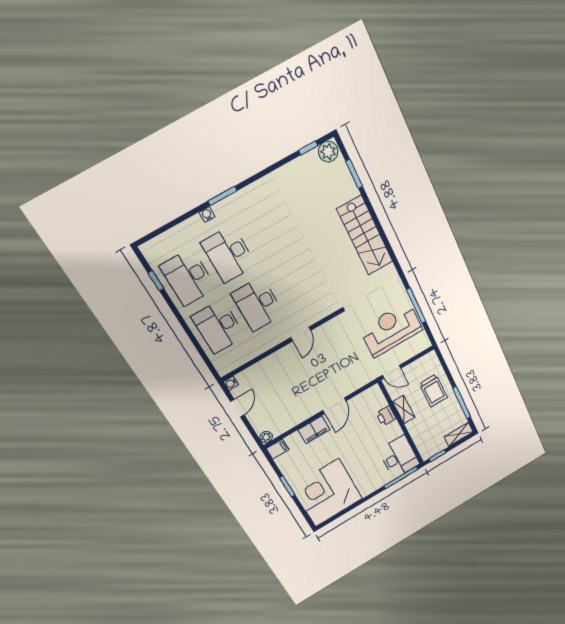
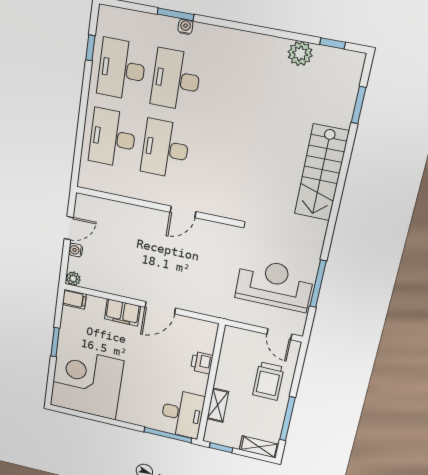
plant: (328, 152) -> (300, 54), moved
window: (222, 196) -> (176, 14), moved
door: (392, 372) -> (279, 334), moved
water cooler: (231, 383) -> (76, 250), moved
shelving: (404, 410) -> (218, 405), moved

